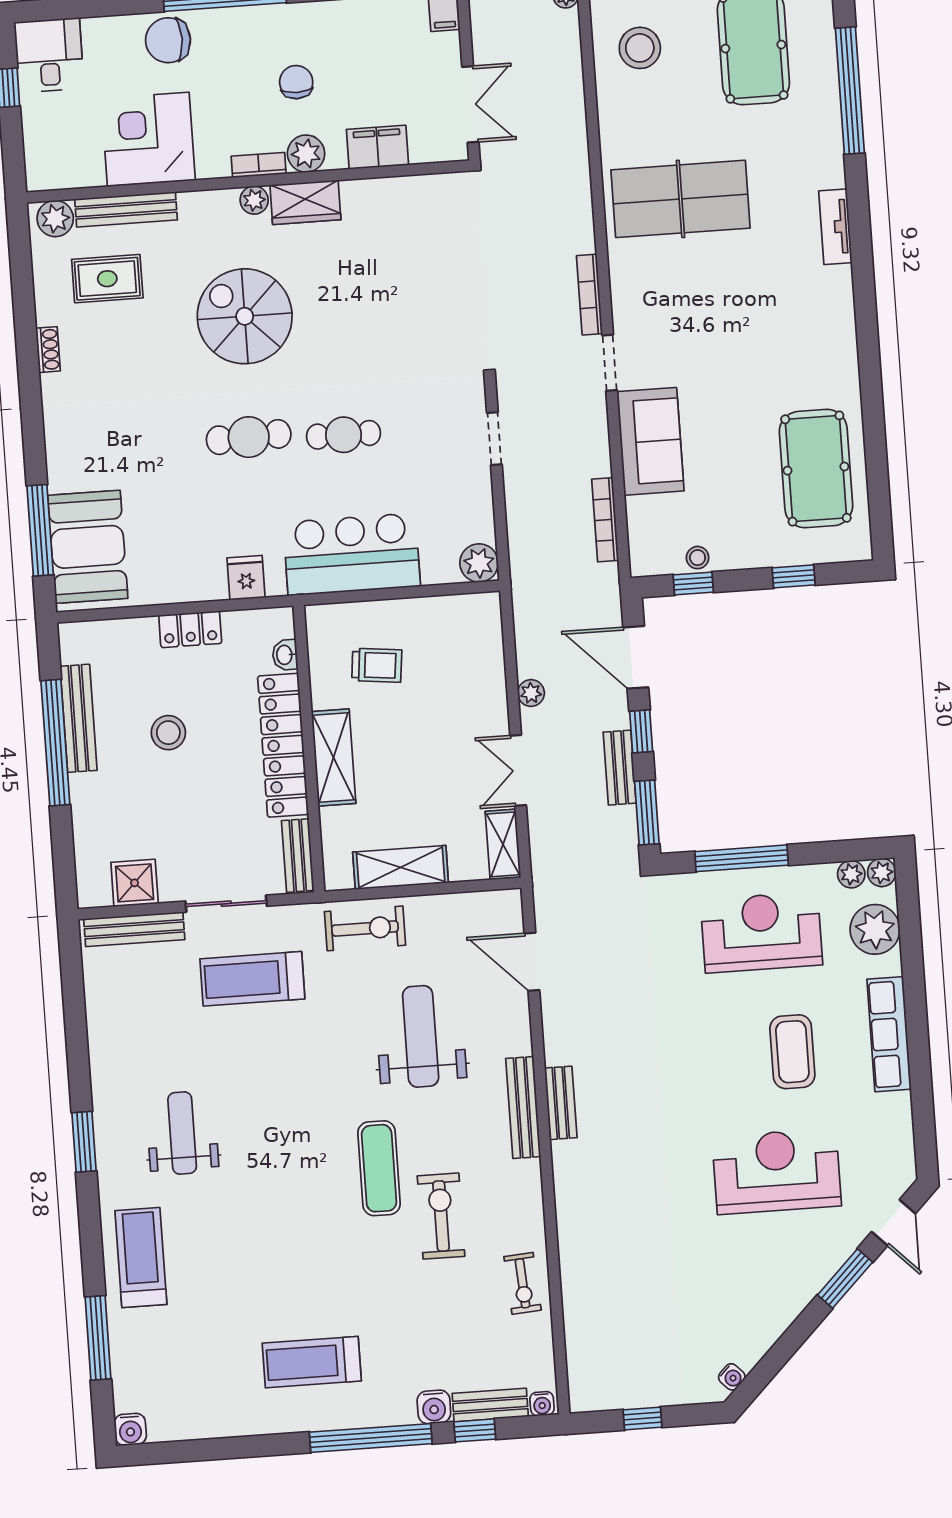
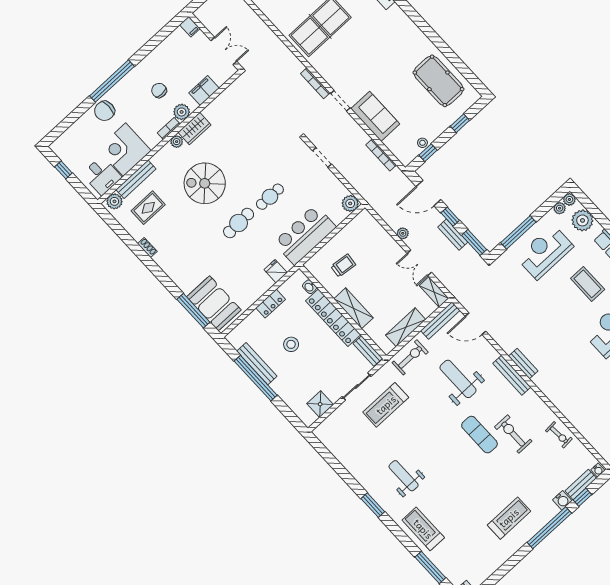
desk: (49, 55) -> (102, 176), moved, turned 180
bench: (134, 929) -> (440, 320), moved
treadmill: (312, 1362) -> (509, 518), turned 180

